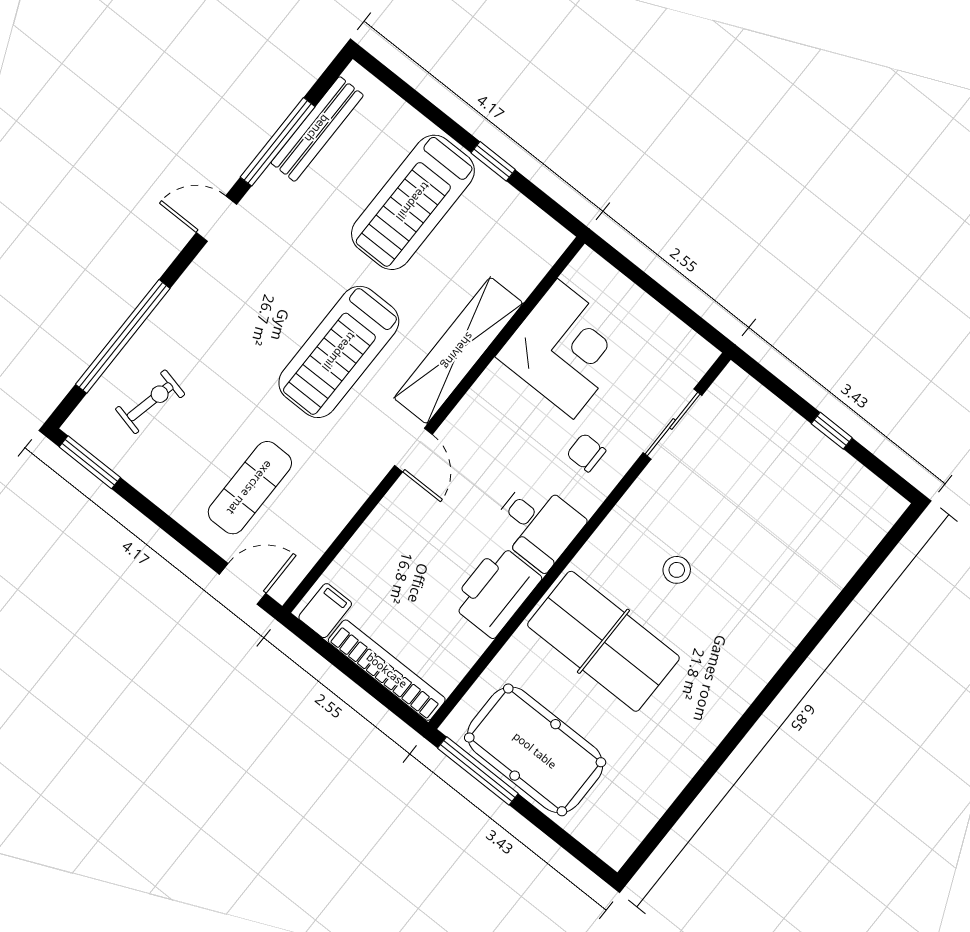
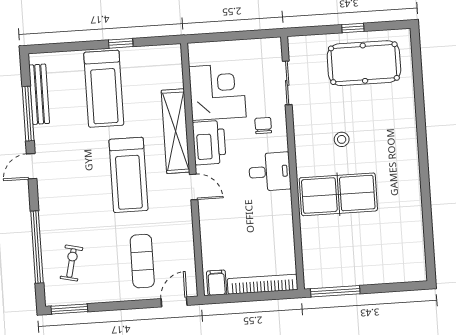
chair: (586, 453) -> (263, 125), turned 90
printer: (496, 591) -> (209, 143), moved, turned 180
pool table: (535, 750) -> (364, 63), moved

